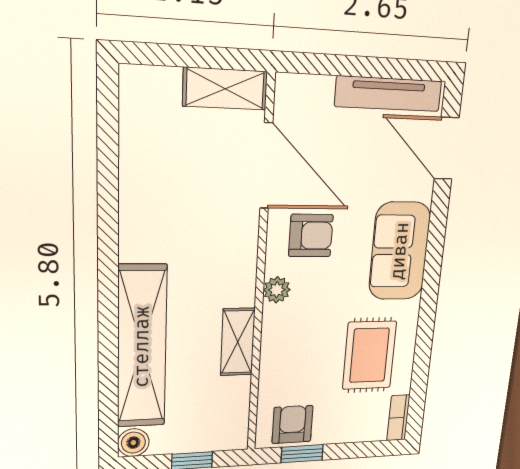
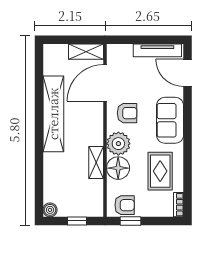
door: (266, 166) -> (105, 83), swing flipped
plant: (277, 290) -> (118, 144), width x1.87, depth x1.87
shelving: (142, 347) -> (53, 114), moved
floor lamp: (284, 352) -> (118, 168), added
armchair: (292, 424) -> (125, 205), turned 90

